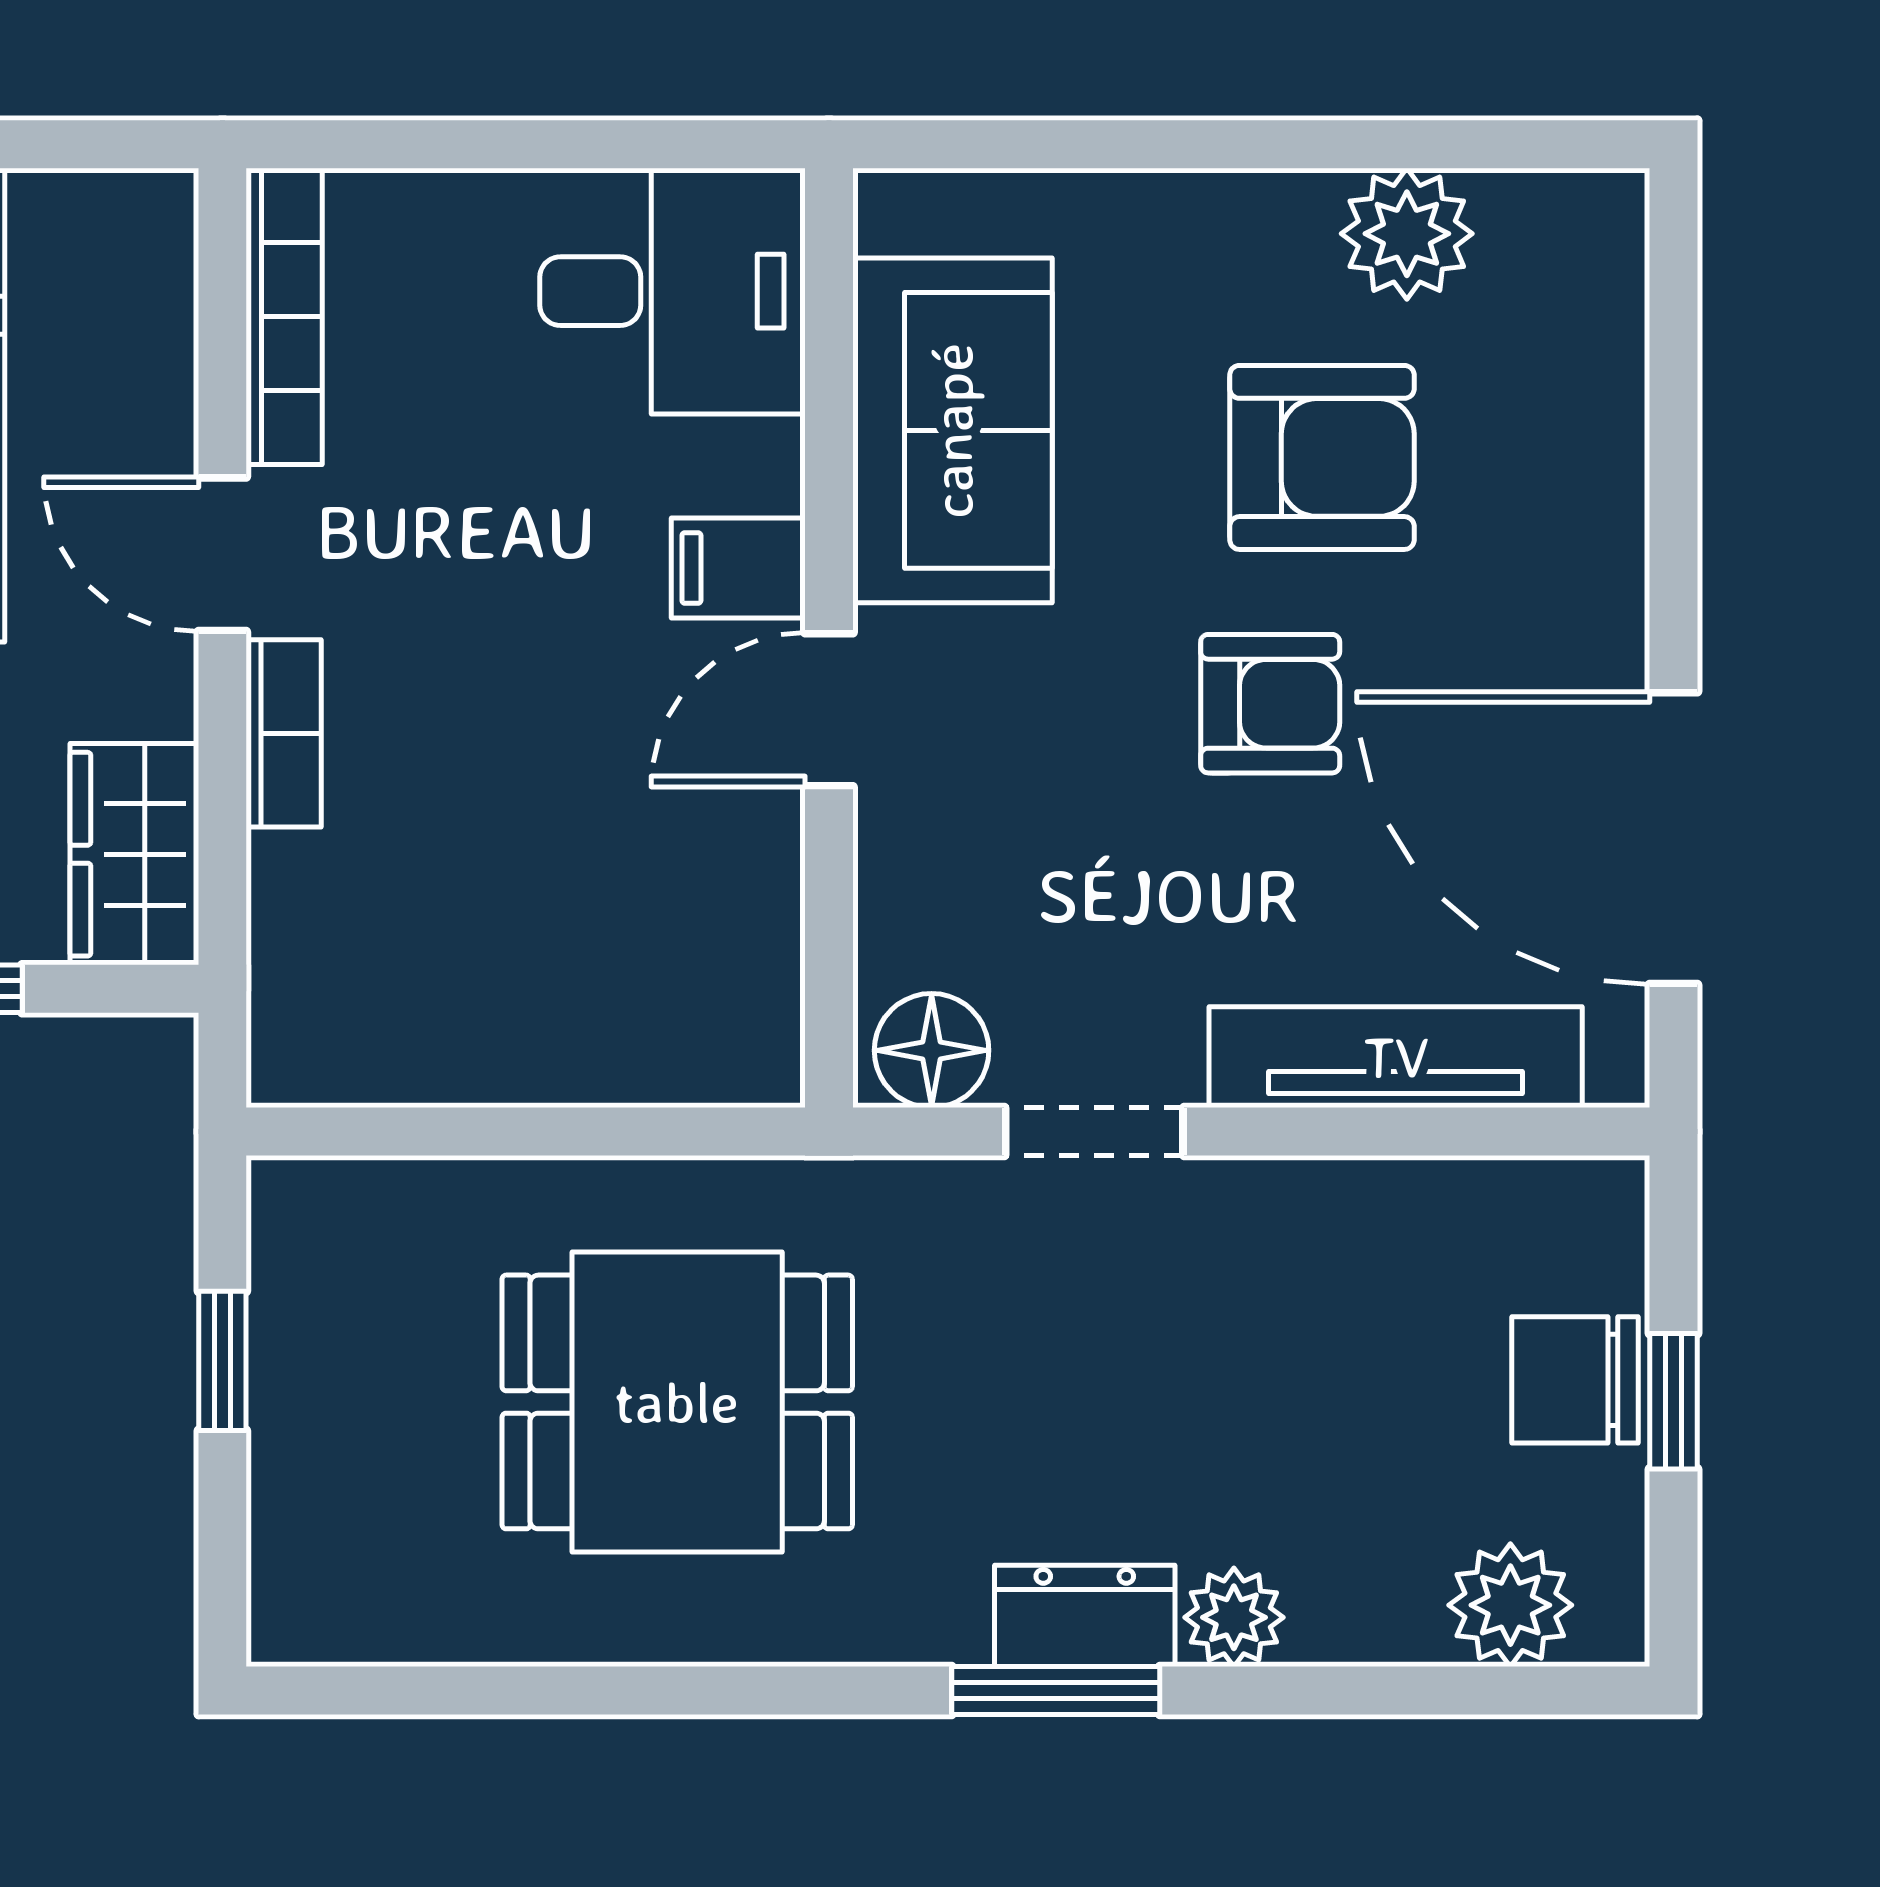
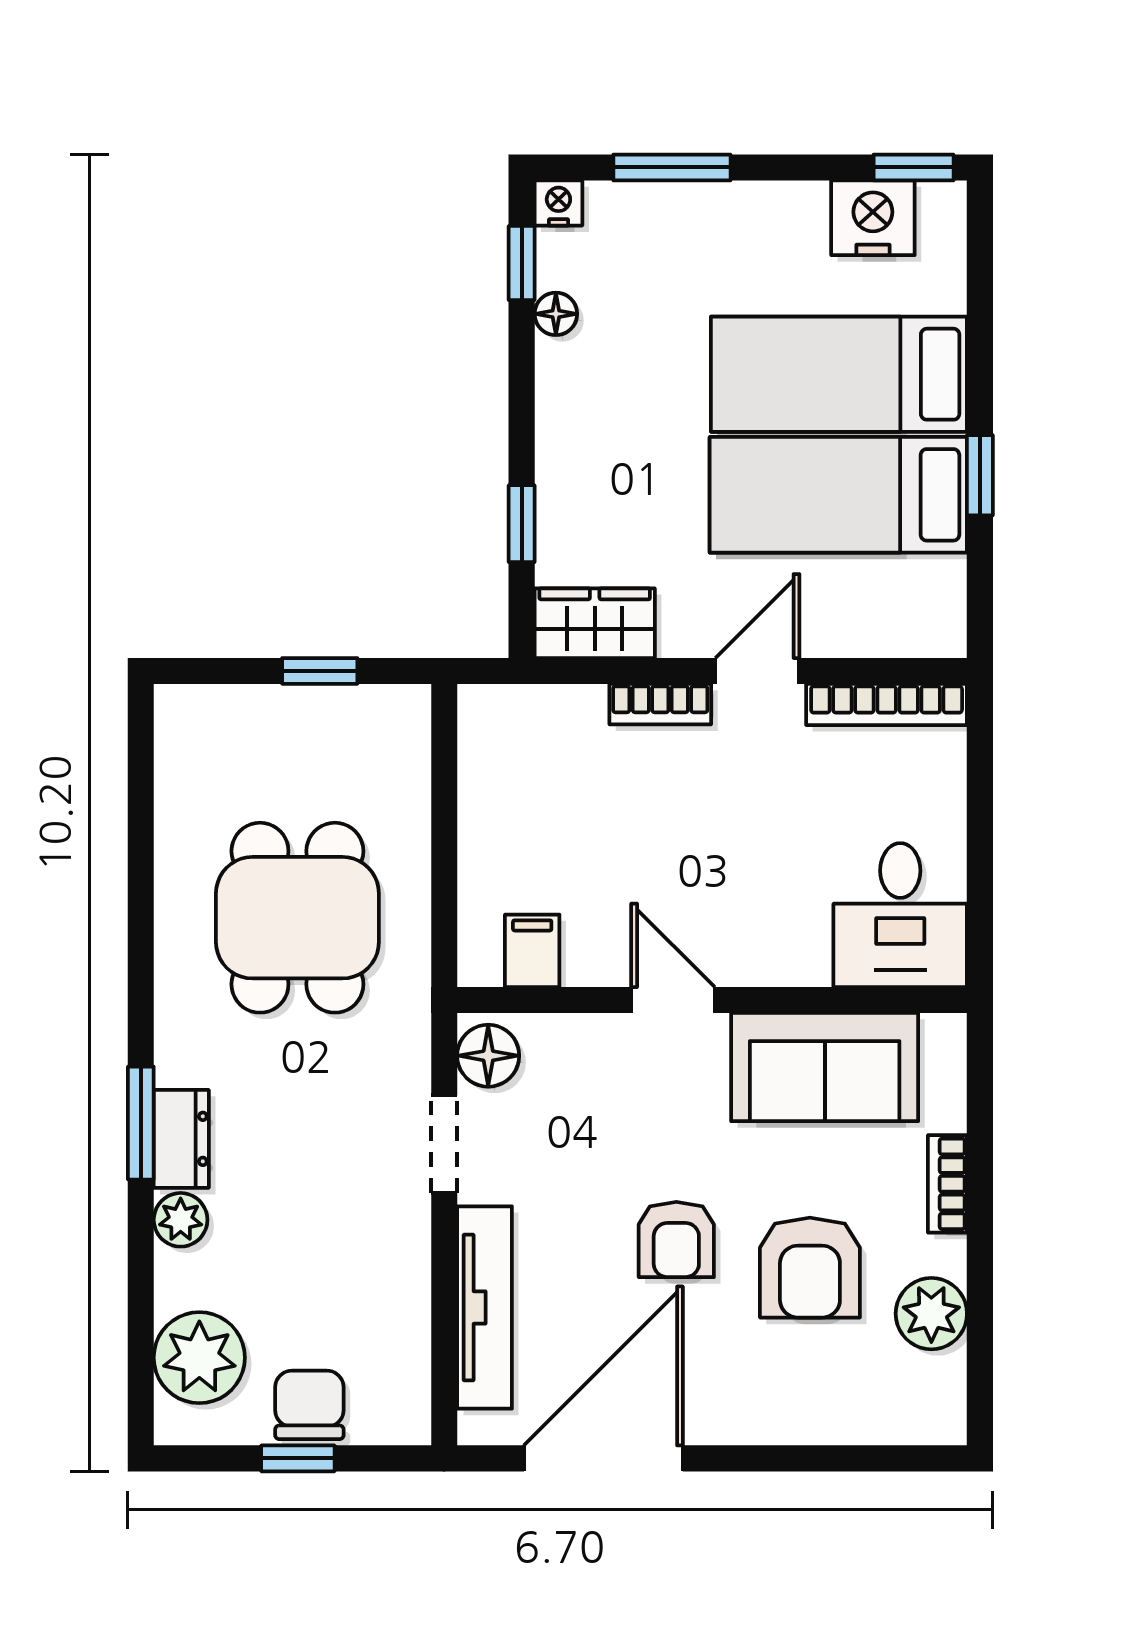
bookcase: (1168, 204) -> (947, 1184), added
filing cabinet: (738, 568) -> (532, 951), moved
plant: (1510, 1605) -> (199, 1358), width x1.36, depth x1.36

